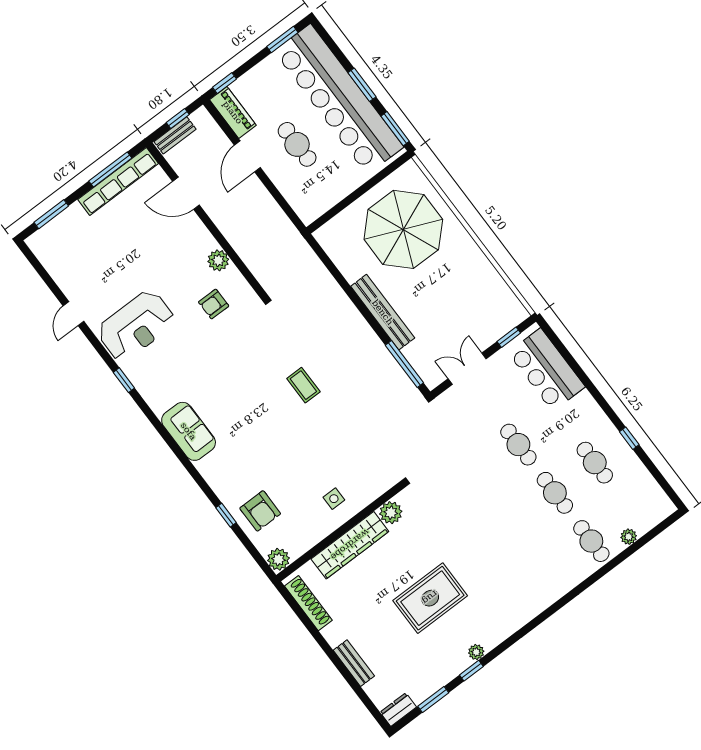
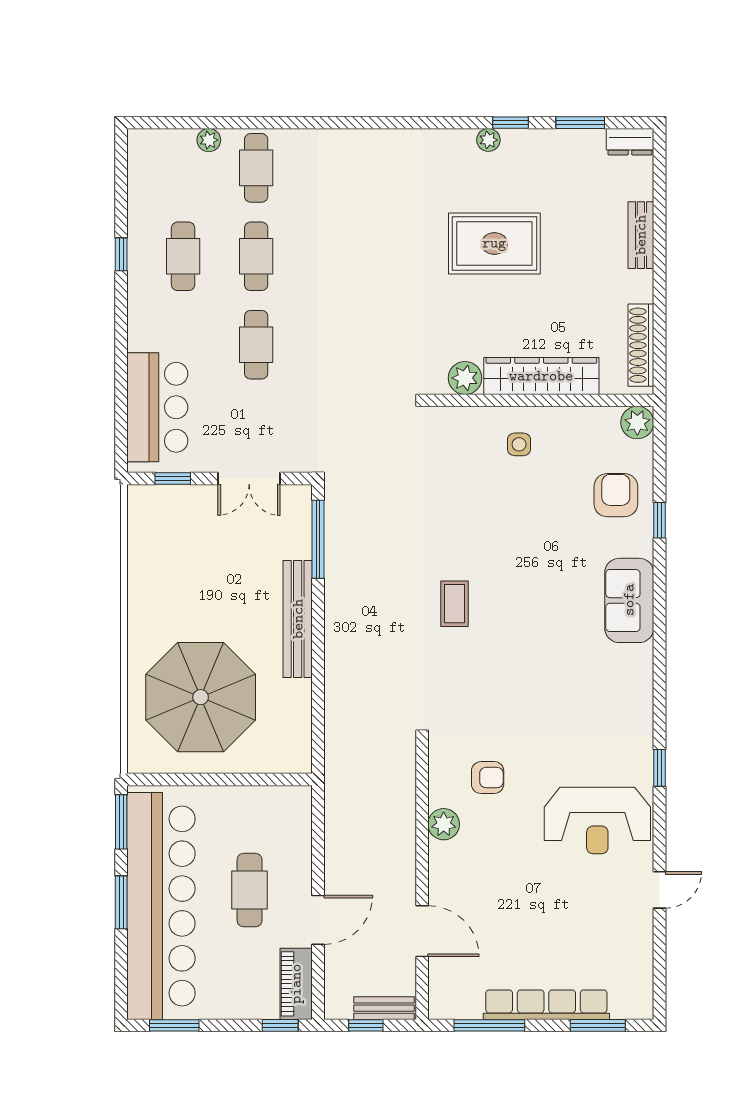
row of seats: (118, 181) -> (546, 1005), moved
reception desk: (136, 326) -> (597, 821), turned 180
sofa: (189, 431) -> (629, 600), moved

